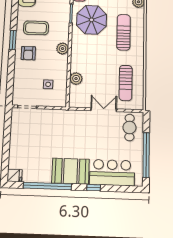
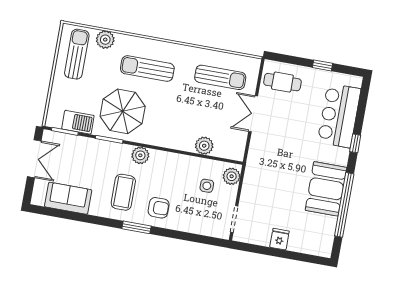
plant: (63, 49) -> (140, 155), moved
plant: (57, 101) -> (232, 176), added
window: (146, 155) -> (322, 65), width x0.32
booth: (71, 171) -> (326, 189), moved
fridge: (15, 176) -> (279, 239), moved

